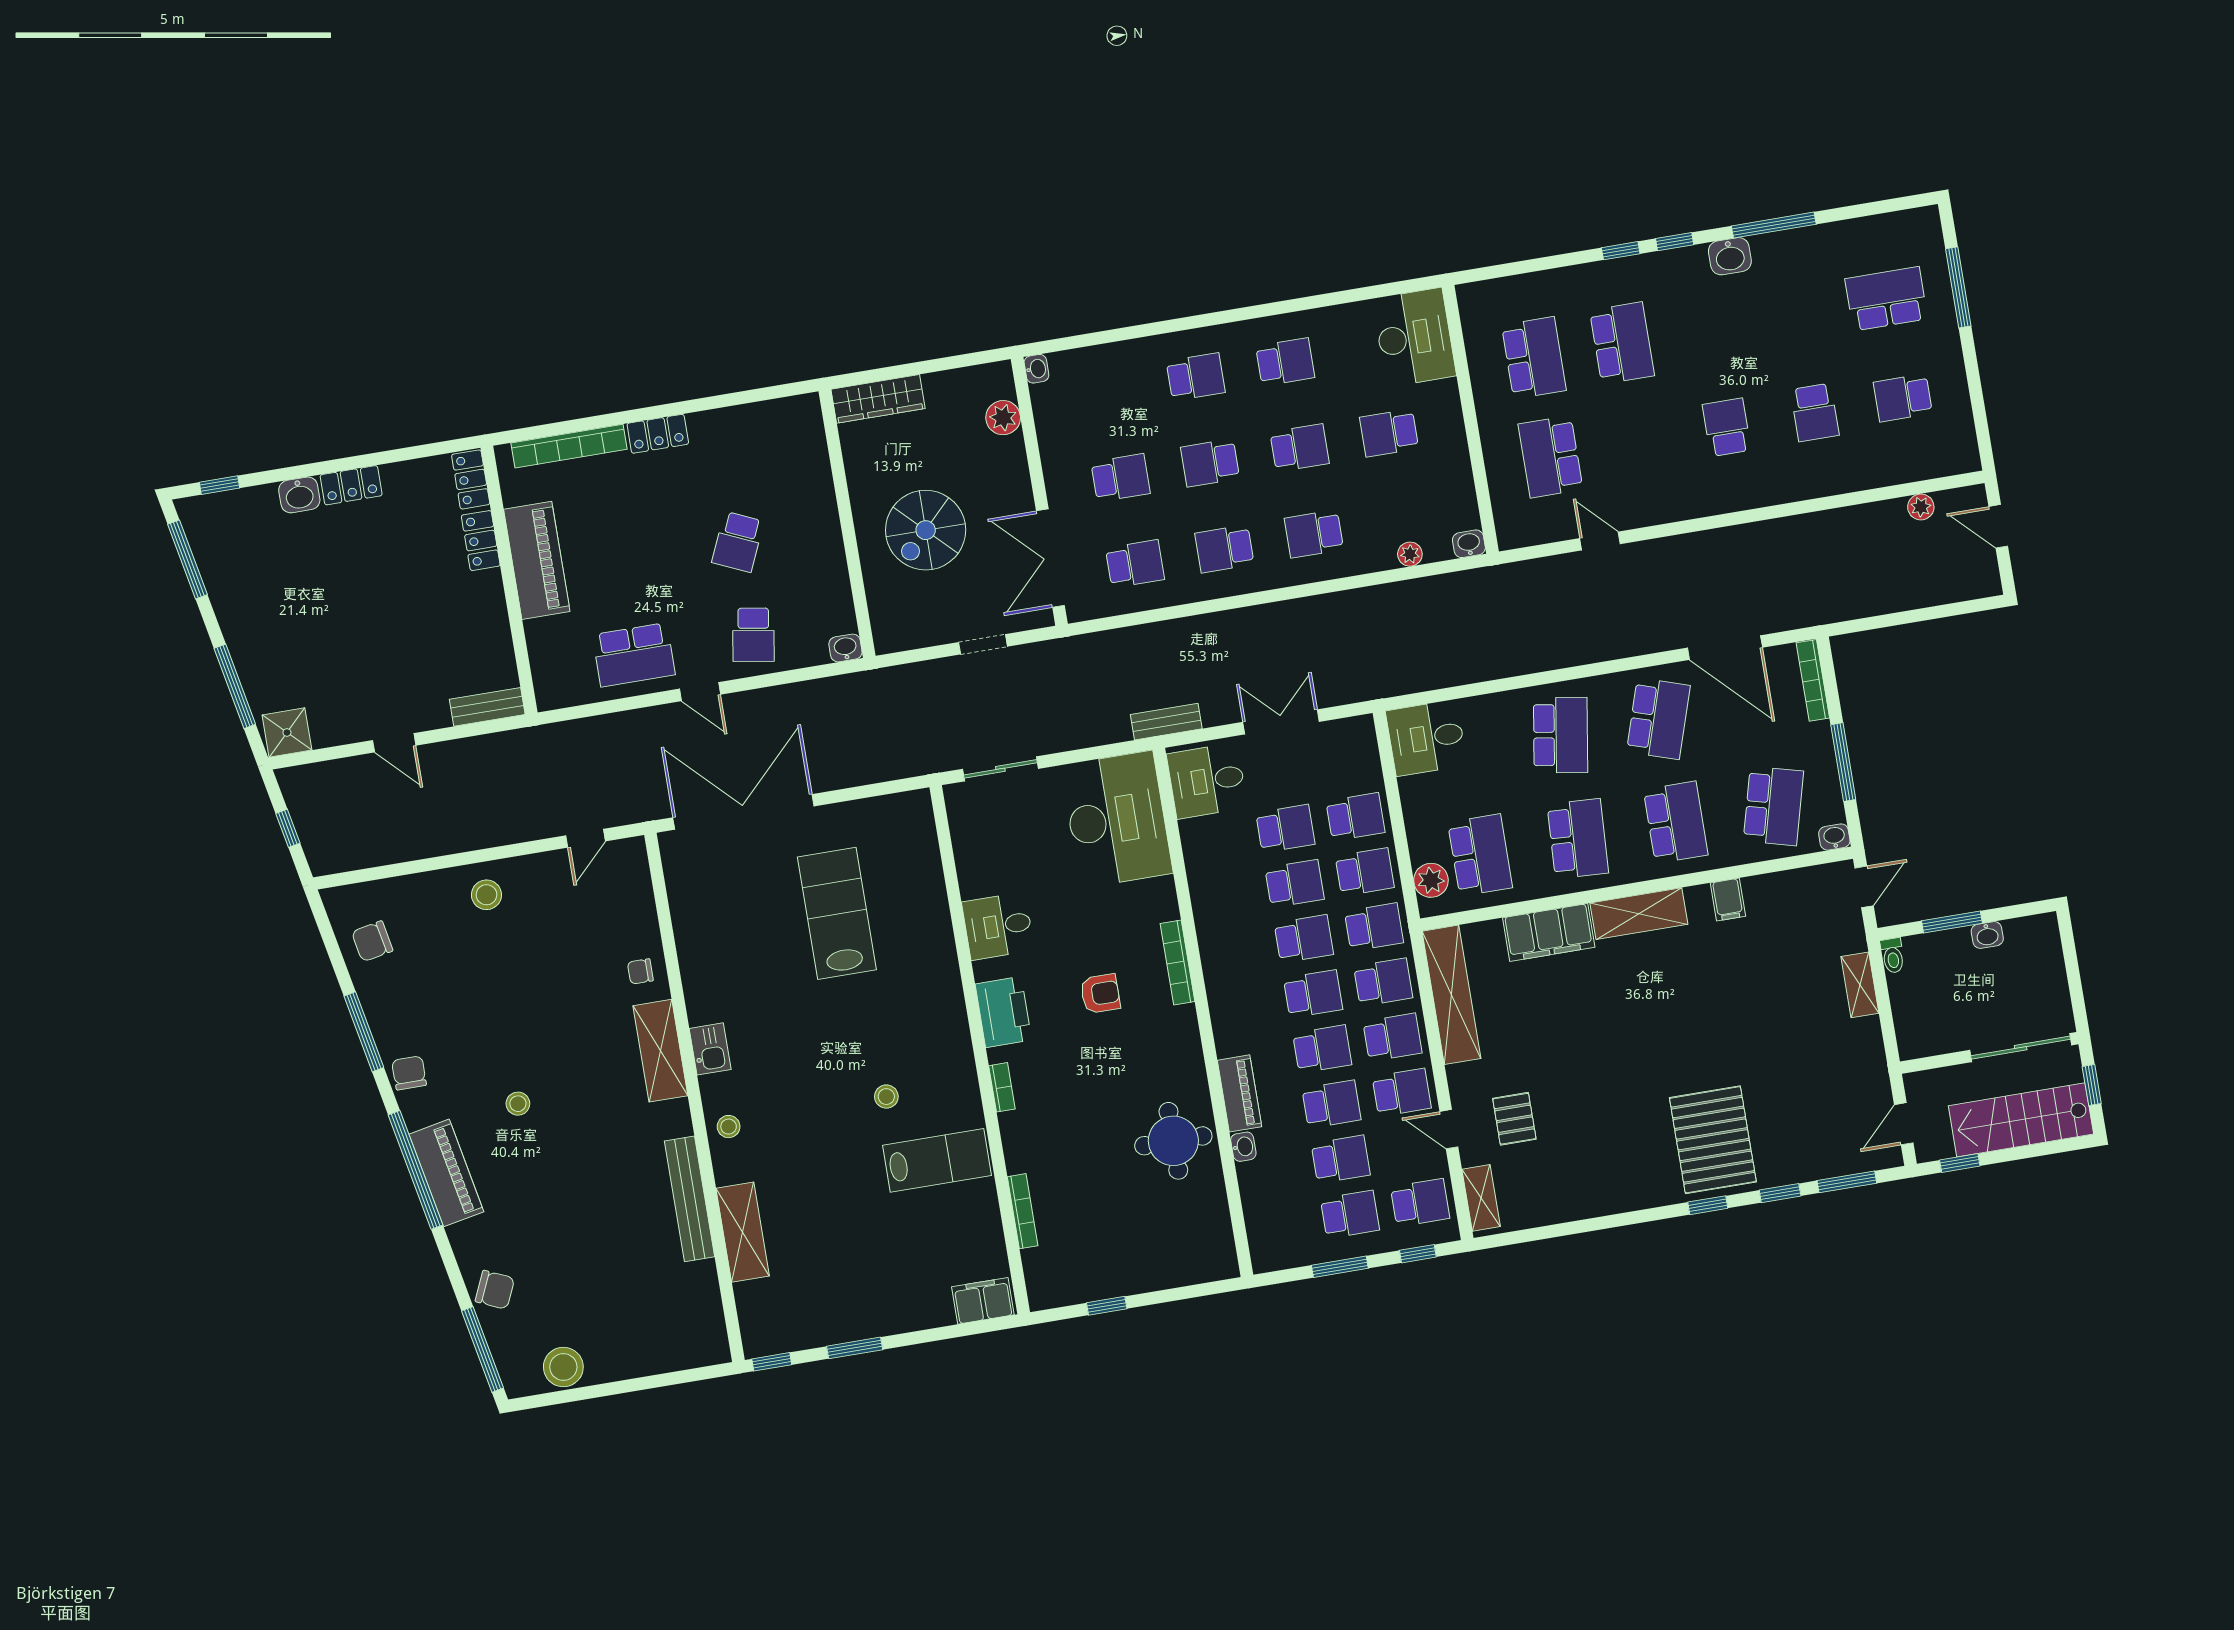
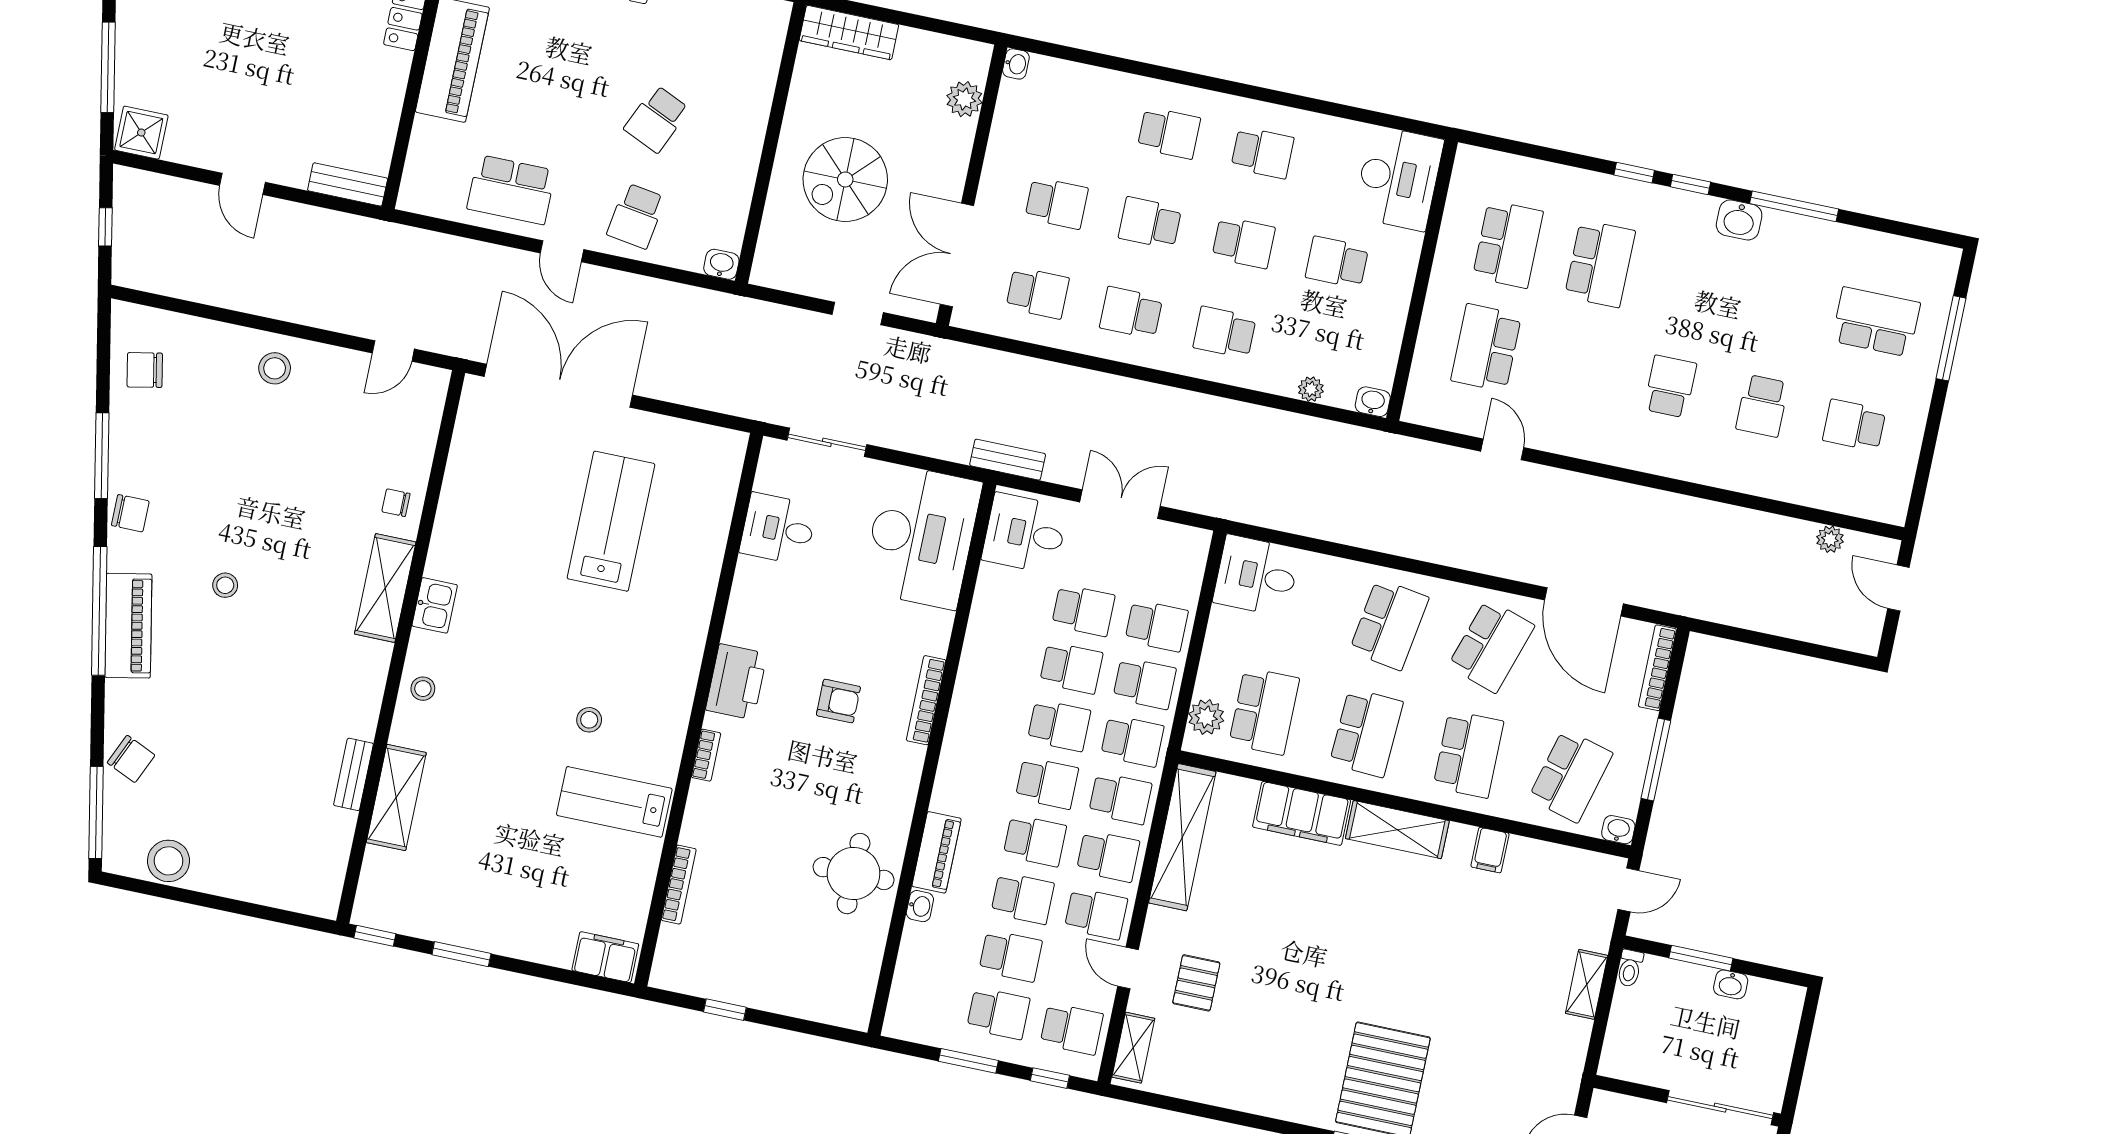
desk: (998, 926) -> (778, 529), moved
chair: (409, 1073) -> (130, 513), turned 90
lab bench: (937, 1160) -> (614, 802), turned 180
bench: (690, 1199) -> (353, 774), width x0.54, depth x0.82

